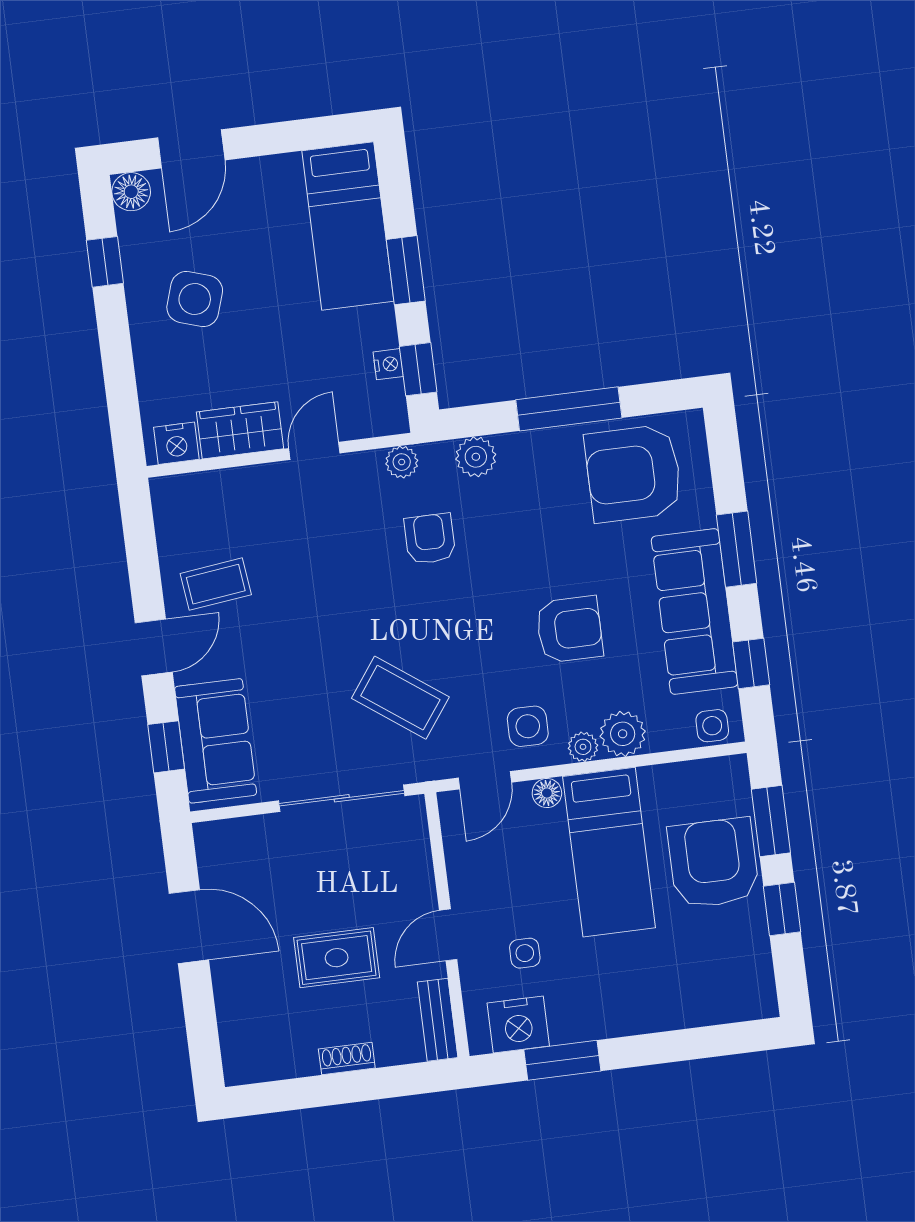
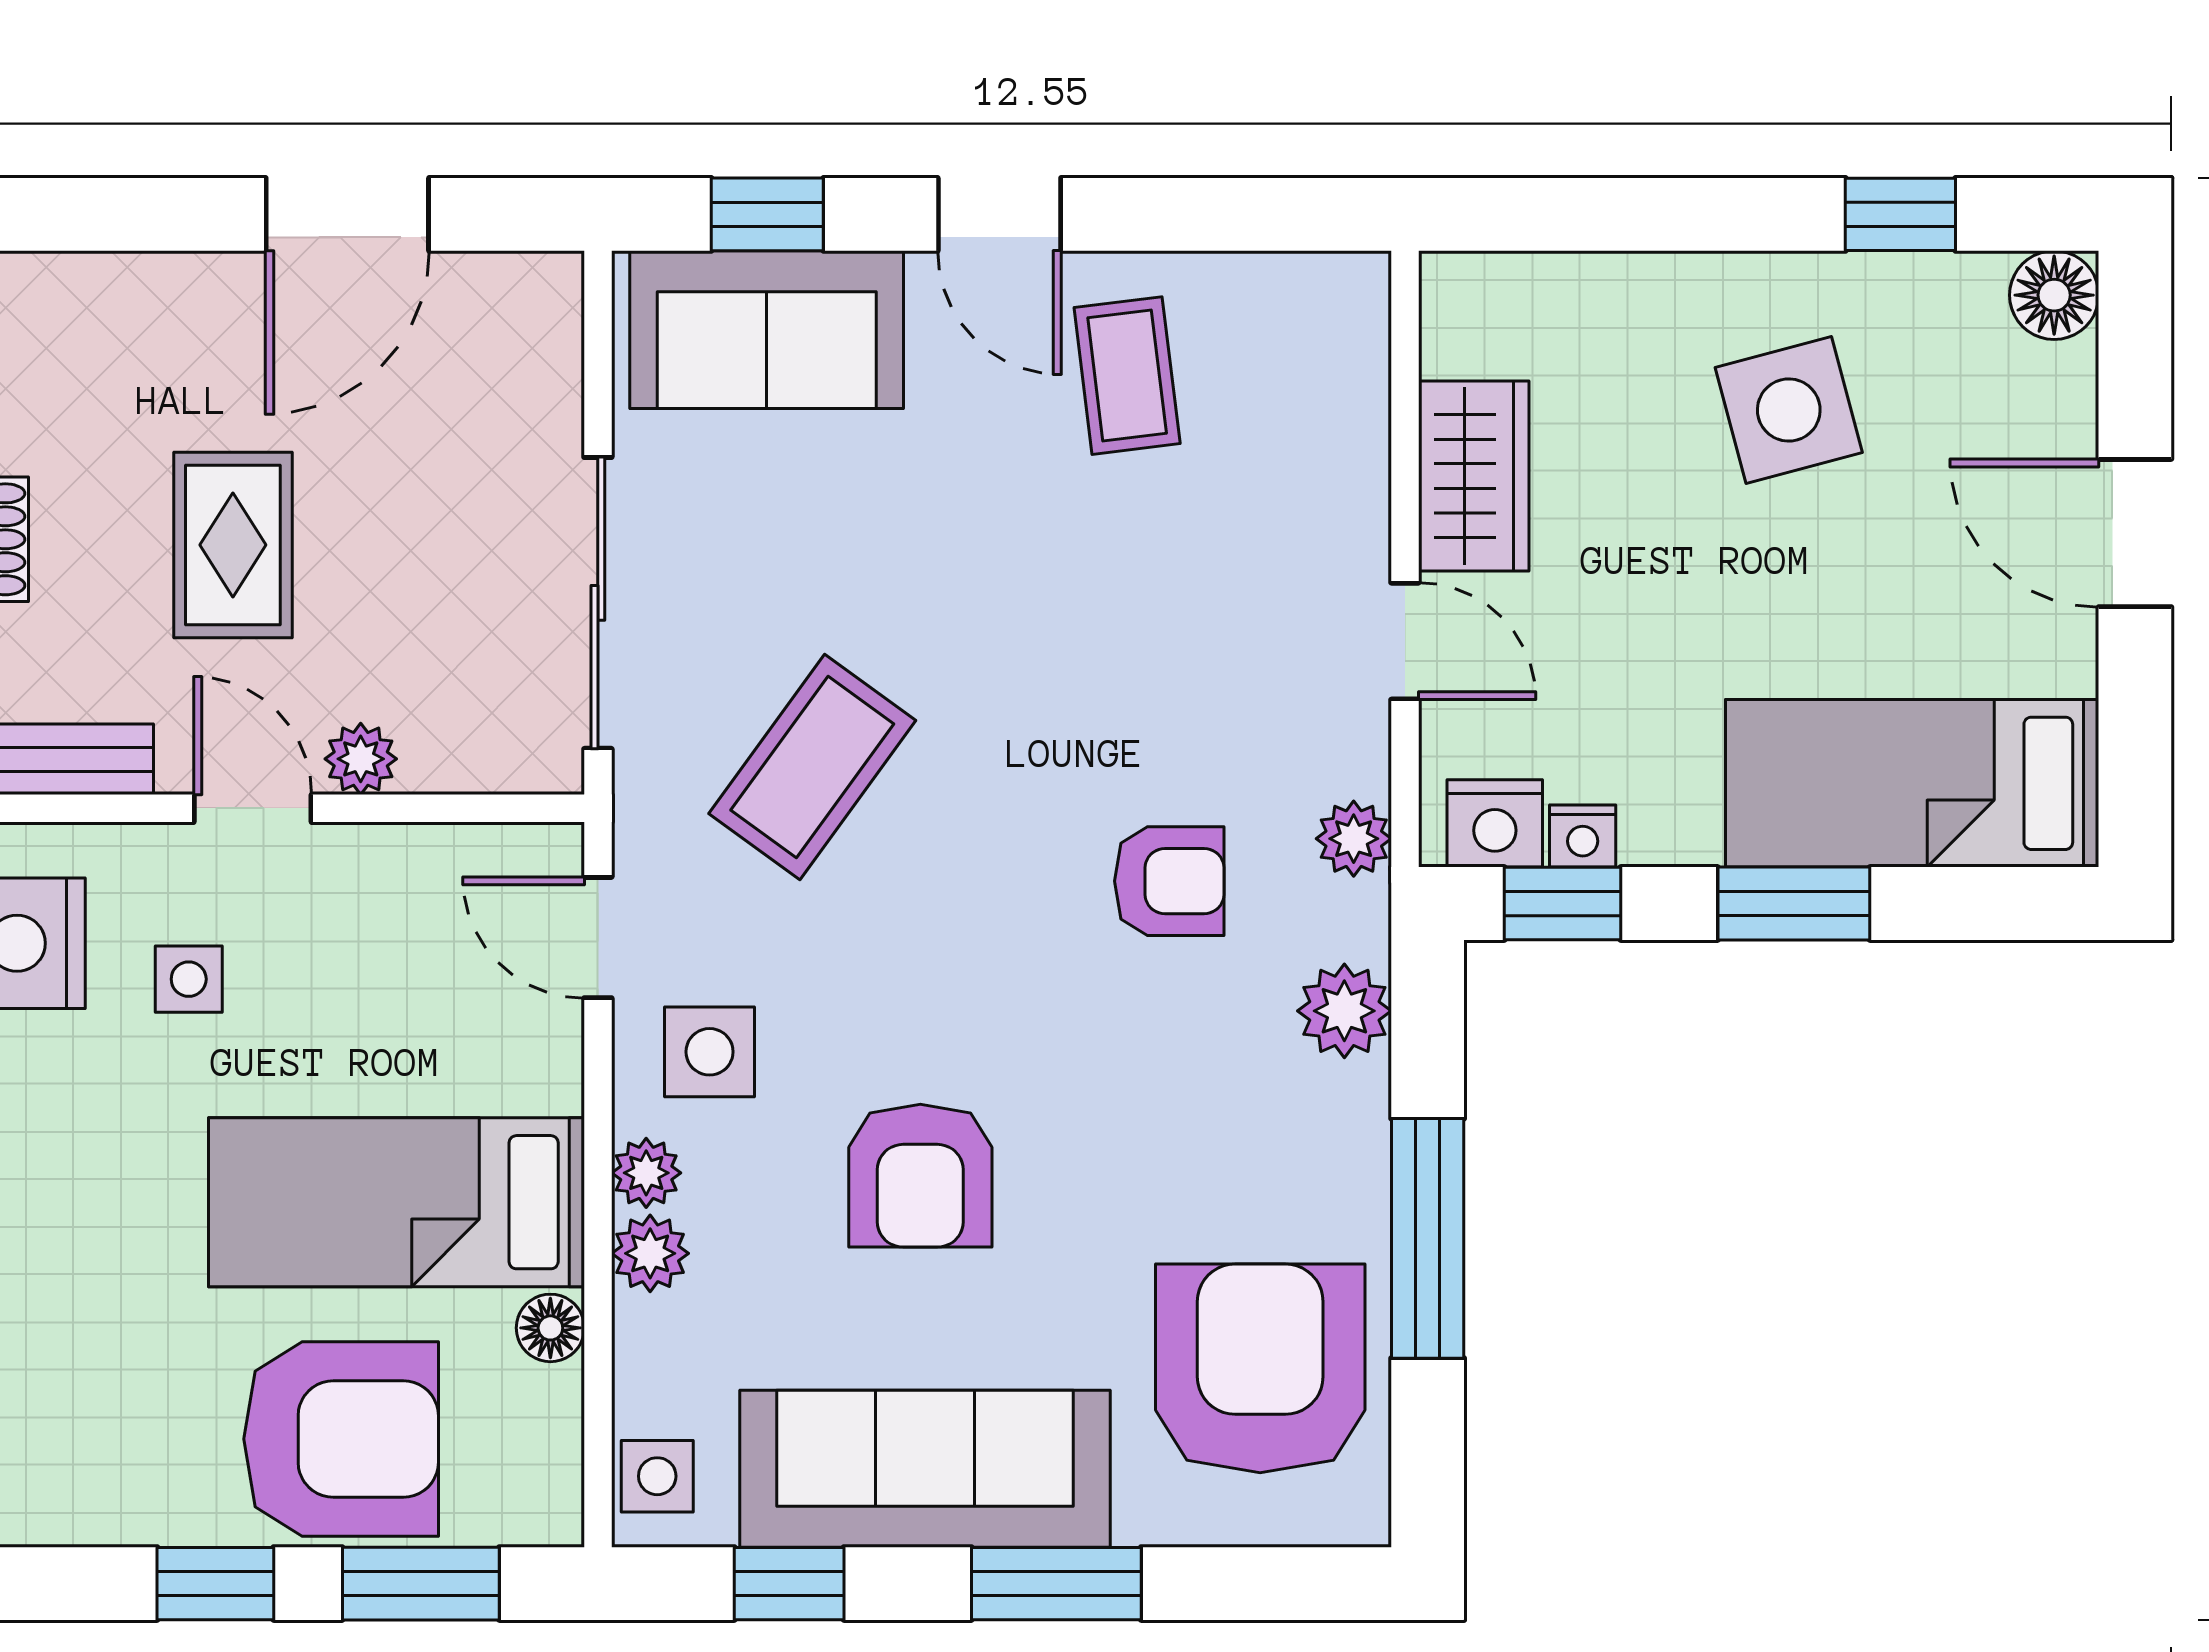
door: (191, 149) -> (2135, 533), moved
side table: (195, 299) -> (1789, 410), turned -33
nightstand: (176, 443) -> (1495, 823), moved, turned -90
plant: (623, 734) -> (650, 1253), width x0.73, depth x0.73
floor lamp: (547, 793) -> (550, 1328), moved
plant: (421, 891) -> (361, 759), added

